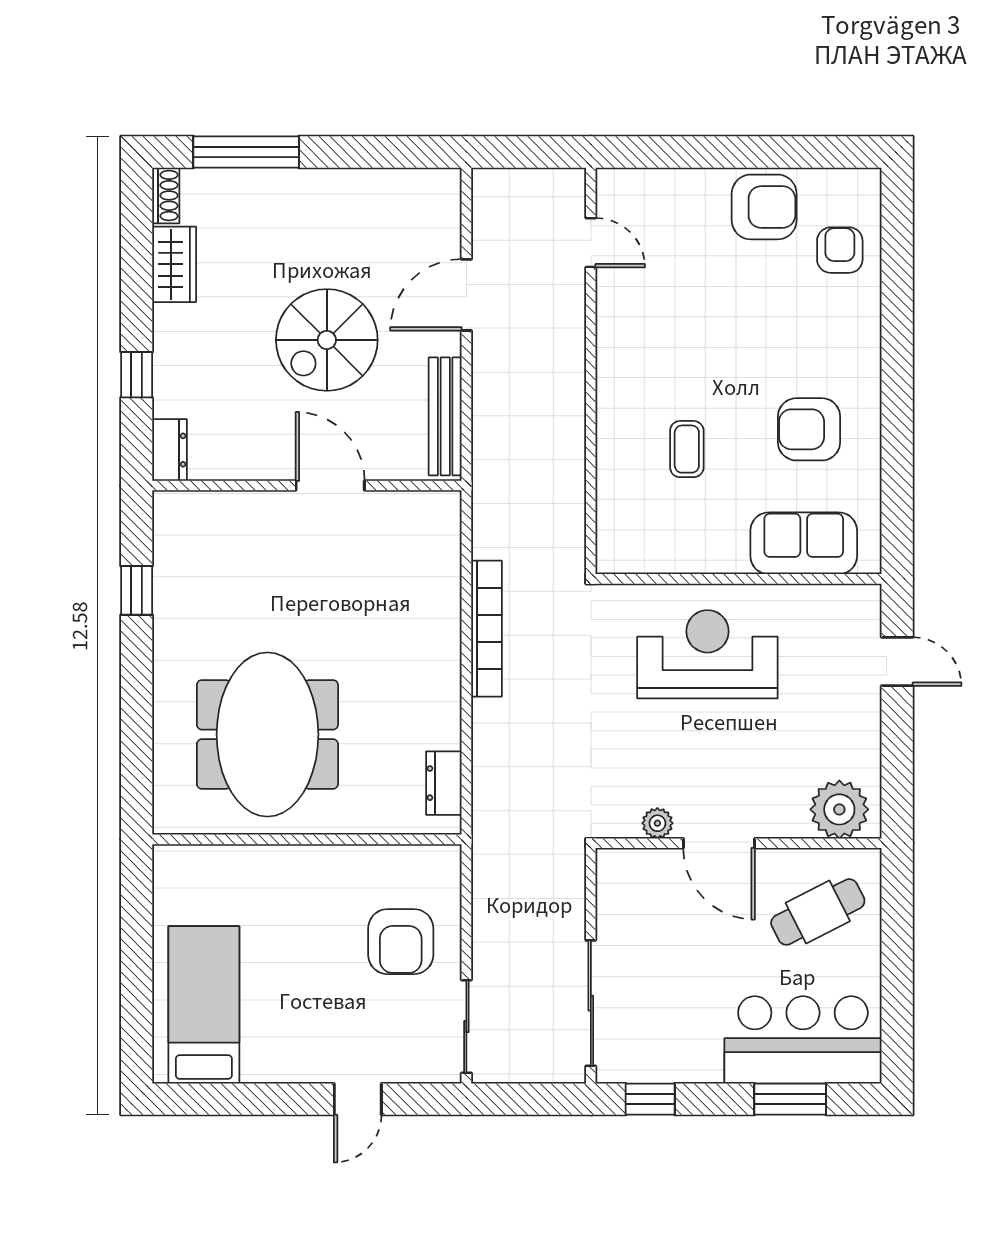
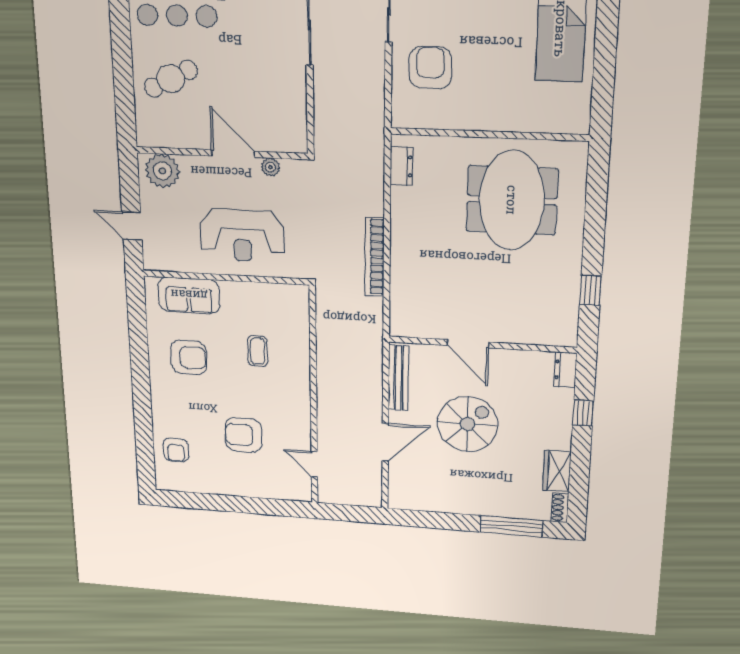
armchair: (764, 207) -> (244, 435), moved
plant: (839, 809) -> (162, 171), moved
plant: (657, 823) -> (270, 167), moved
door: (719, 843) -> (233, 154), moved
wall: (739, 843) -> (221, 153), moved

